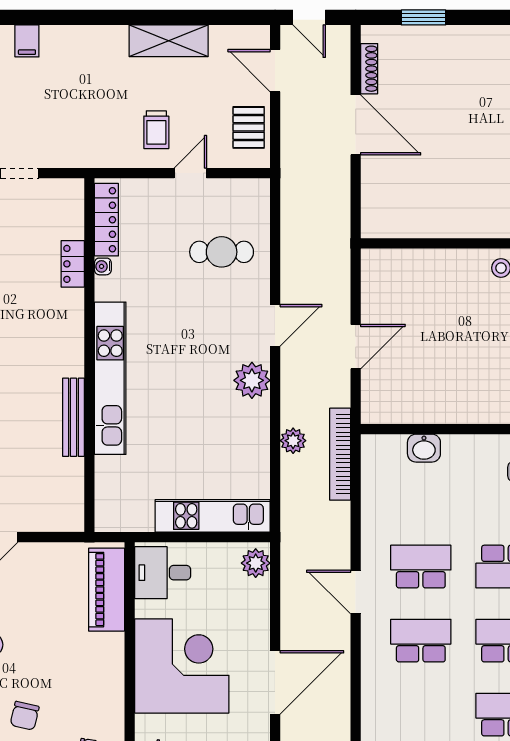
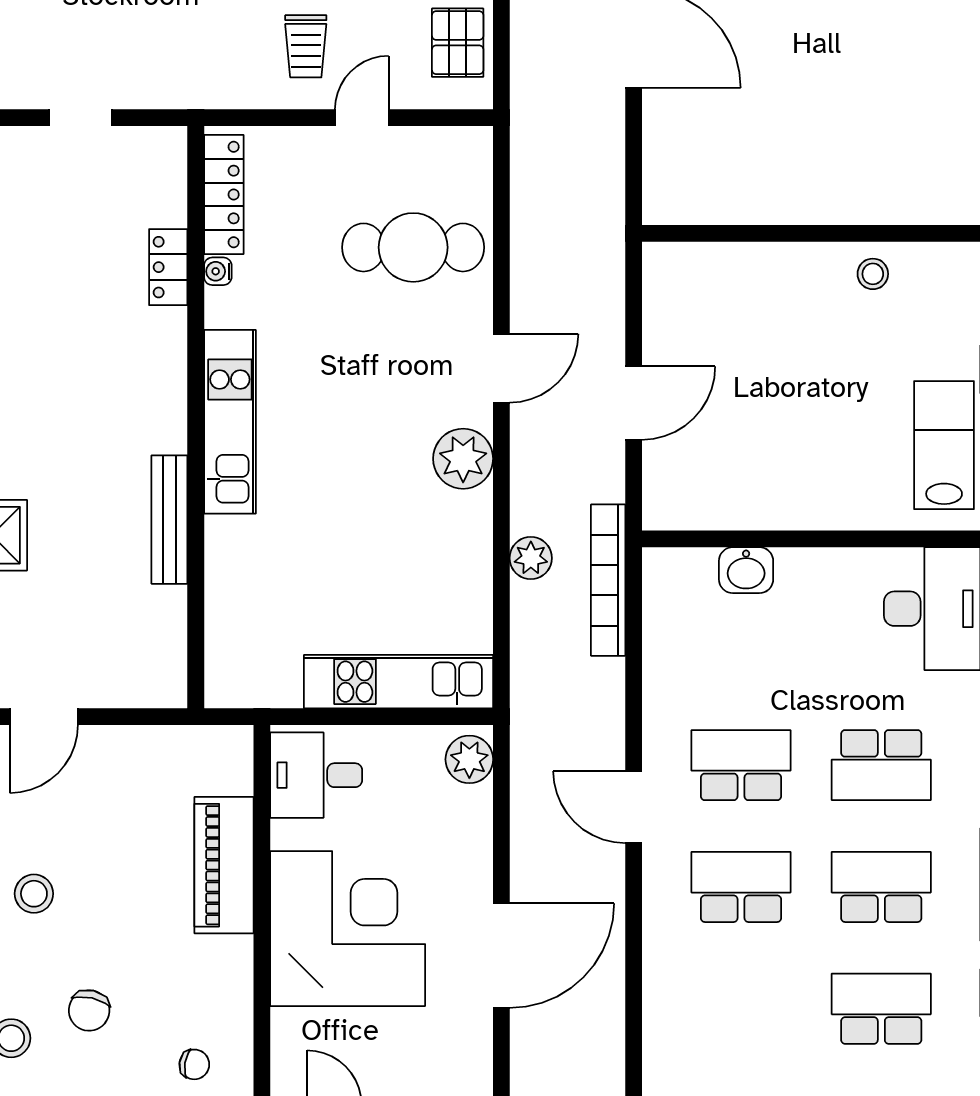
cafe table: (222, 252) -> (413, 247), width x1.37, depth x1.35
kitchen unit: (110, 378) -> (230, 422), width x0.73
piano: (107, 590) -> (224, 865), moved

